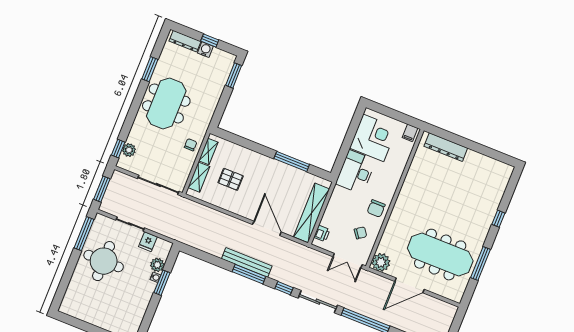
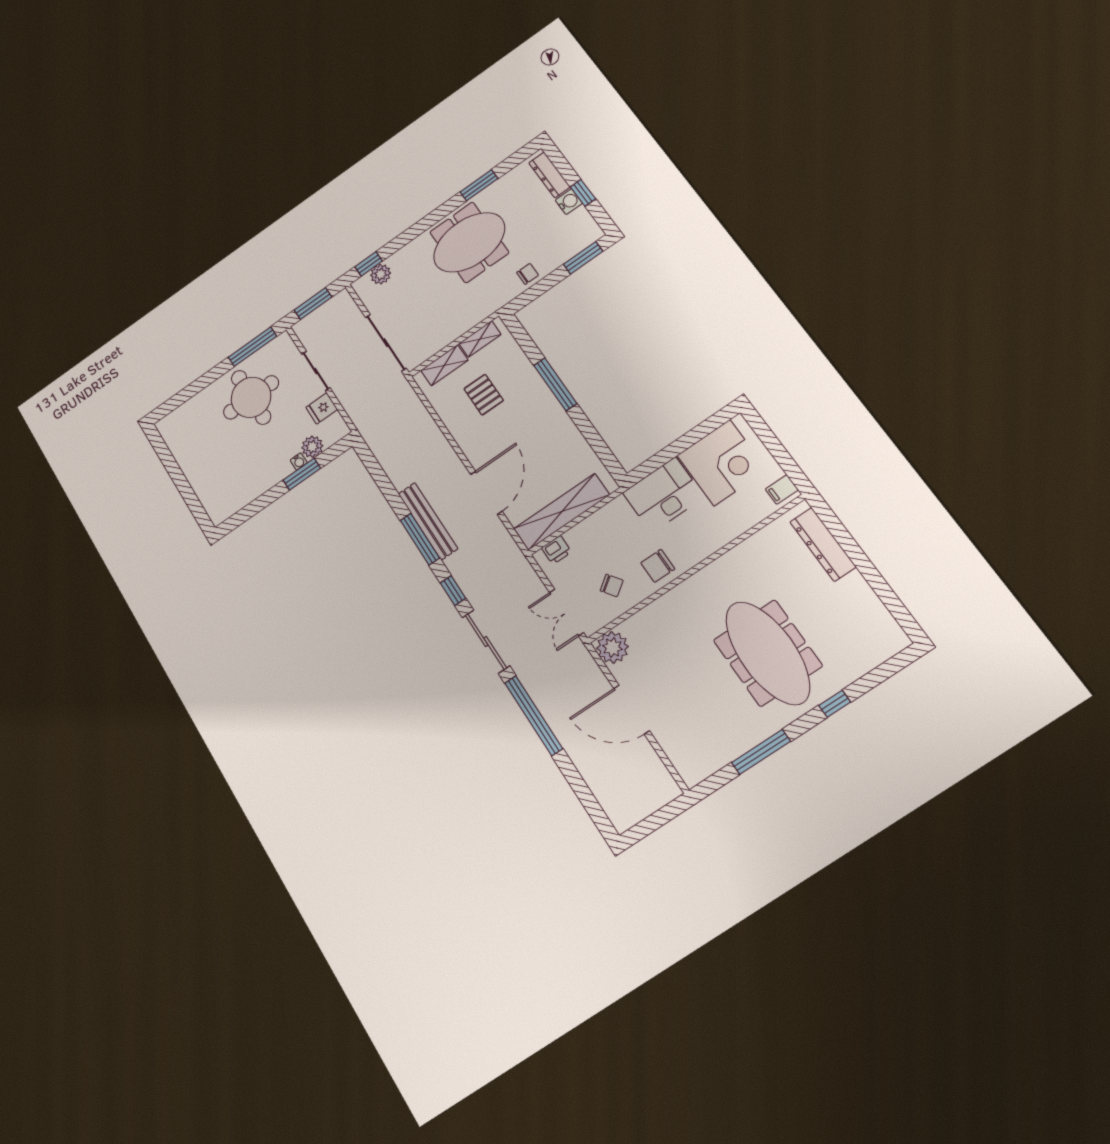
chair: (191, 145) -> (528, 274), moved
window: (292, 162) -> (555, 384), moved
meeting table: (440, 255) -> (768, 653), moved

